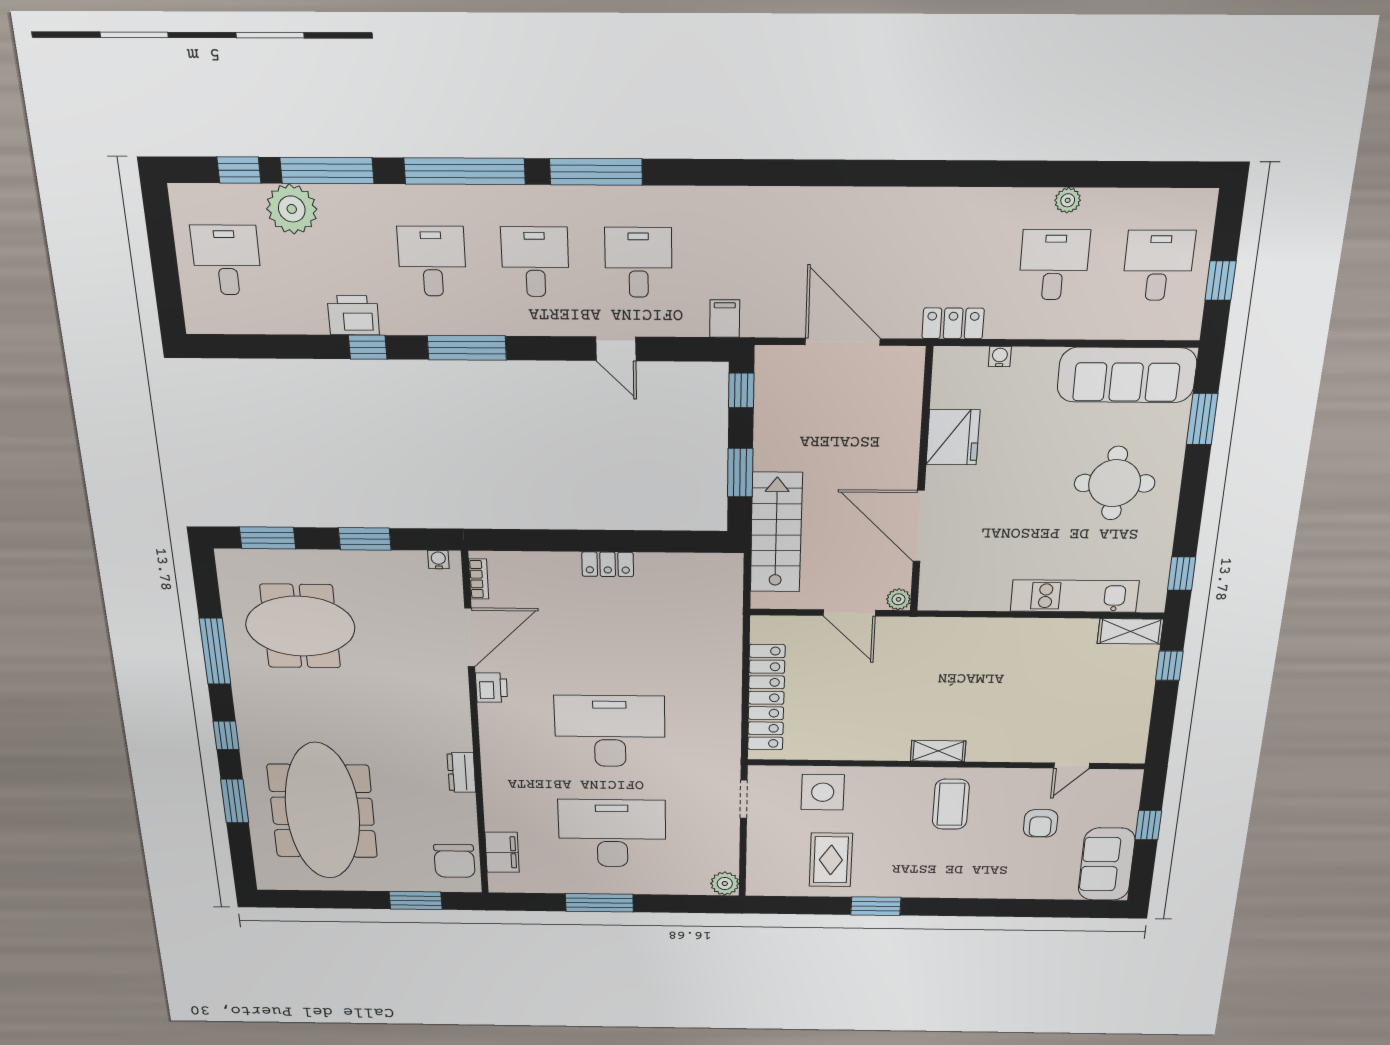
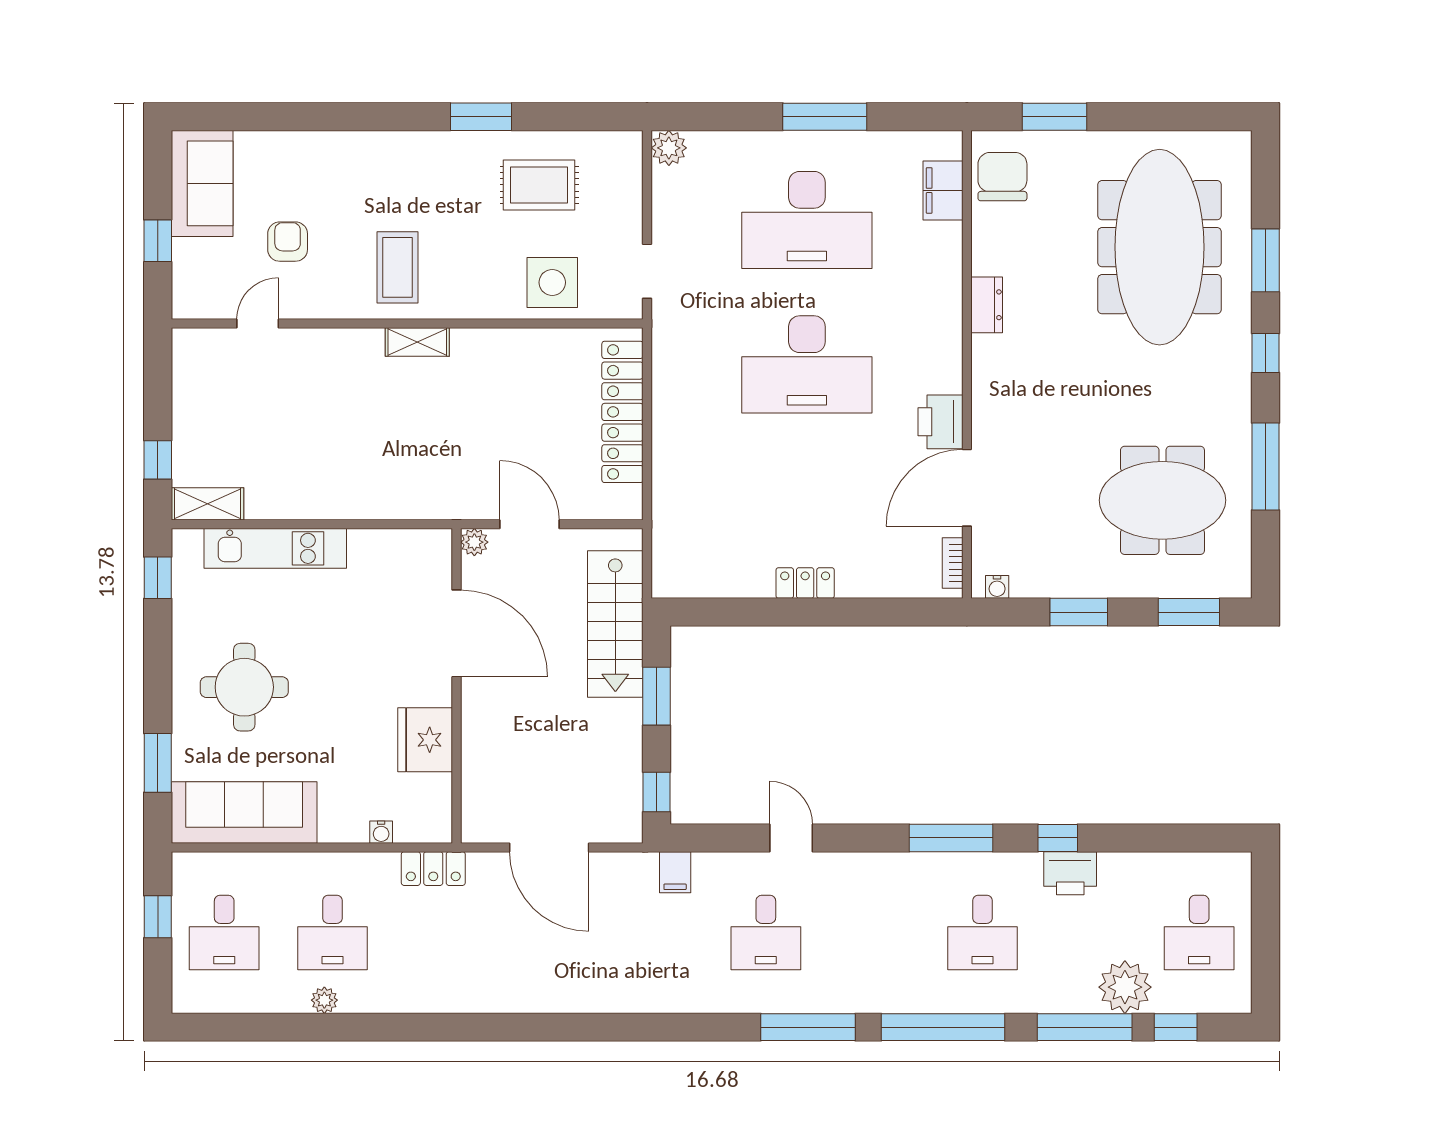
desk: (535, 262) -> (874, 933), removed
printer: (491, 688) -> (940, 422), width x1.36, depth x1.24
rug: (831, 860) -> (539, 185), turned 90

